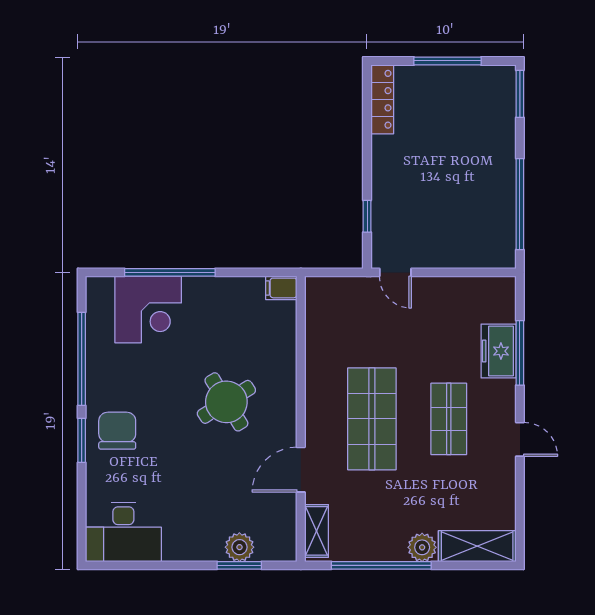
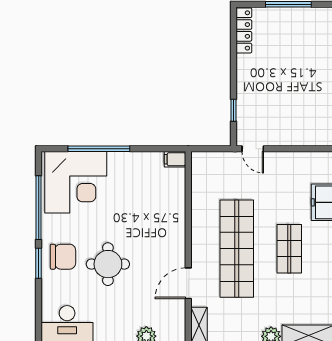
corner desk: (148, 310) -> (76, 182), width x1.36, depth x1.36
round table: (226, 402) -> (108, 264), moved, turned 32
shop shelf: (372, 419) -> (237, 249), width x1.40
chair: (117, 431) -> (63, 257), turned 90

